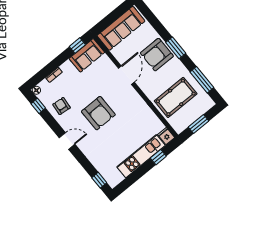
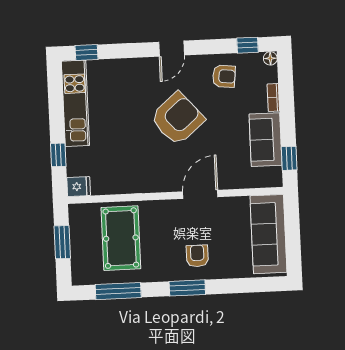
sofa: (87, 55) -> (266, 140), moved
armchair: (157, 55) -> (197, 256), width x0.53, depth x0.53
door: (126, 75) -> (200, 194), swing flipped
armchair: (98, 113) -> (177, 119), turned 139
kitchen unit: (141, 156) -> (75, 103), moved

